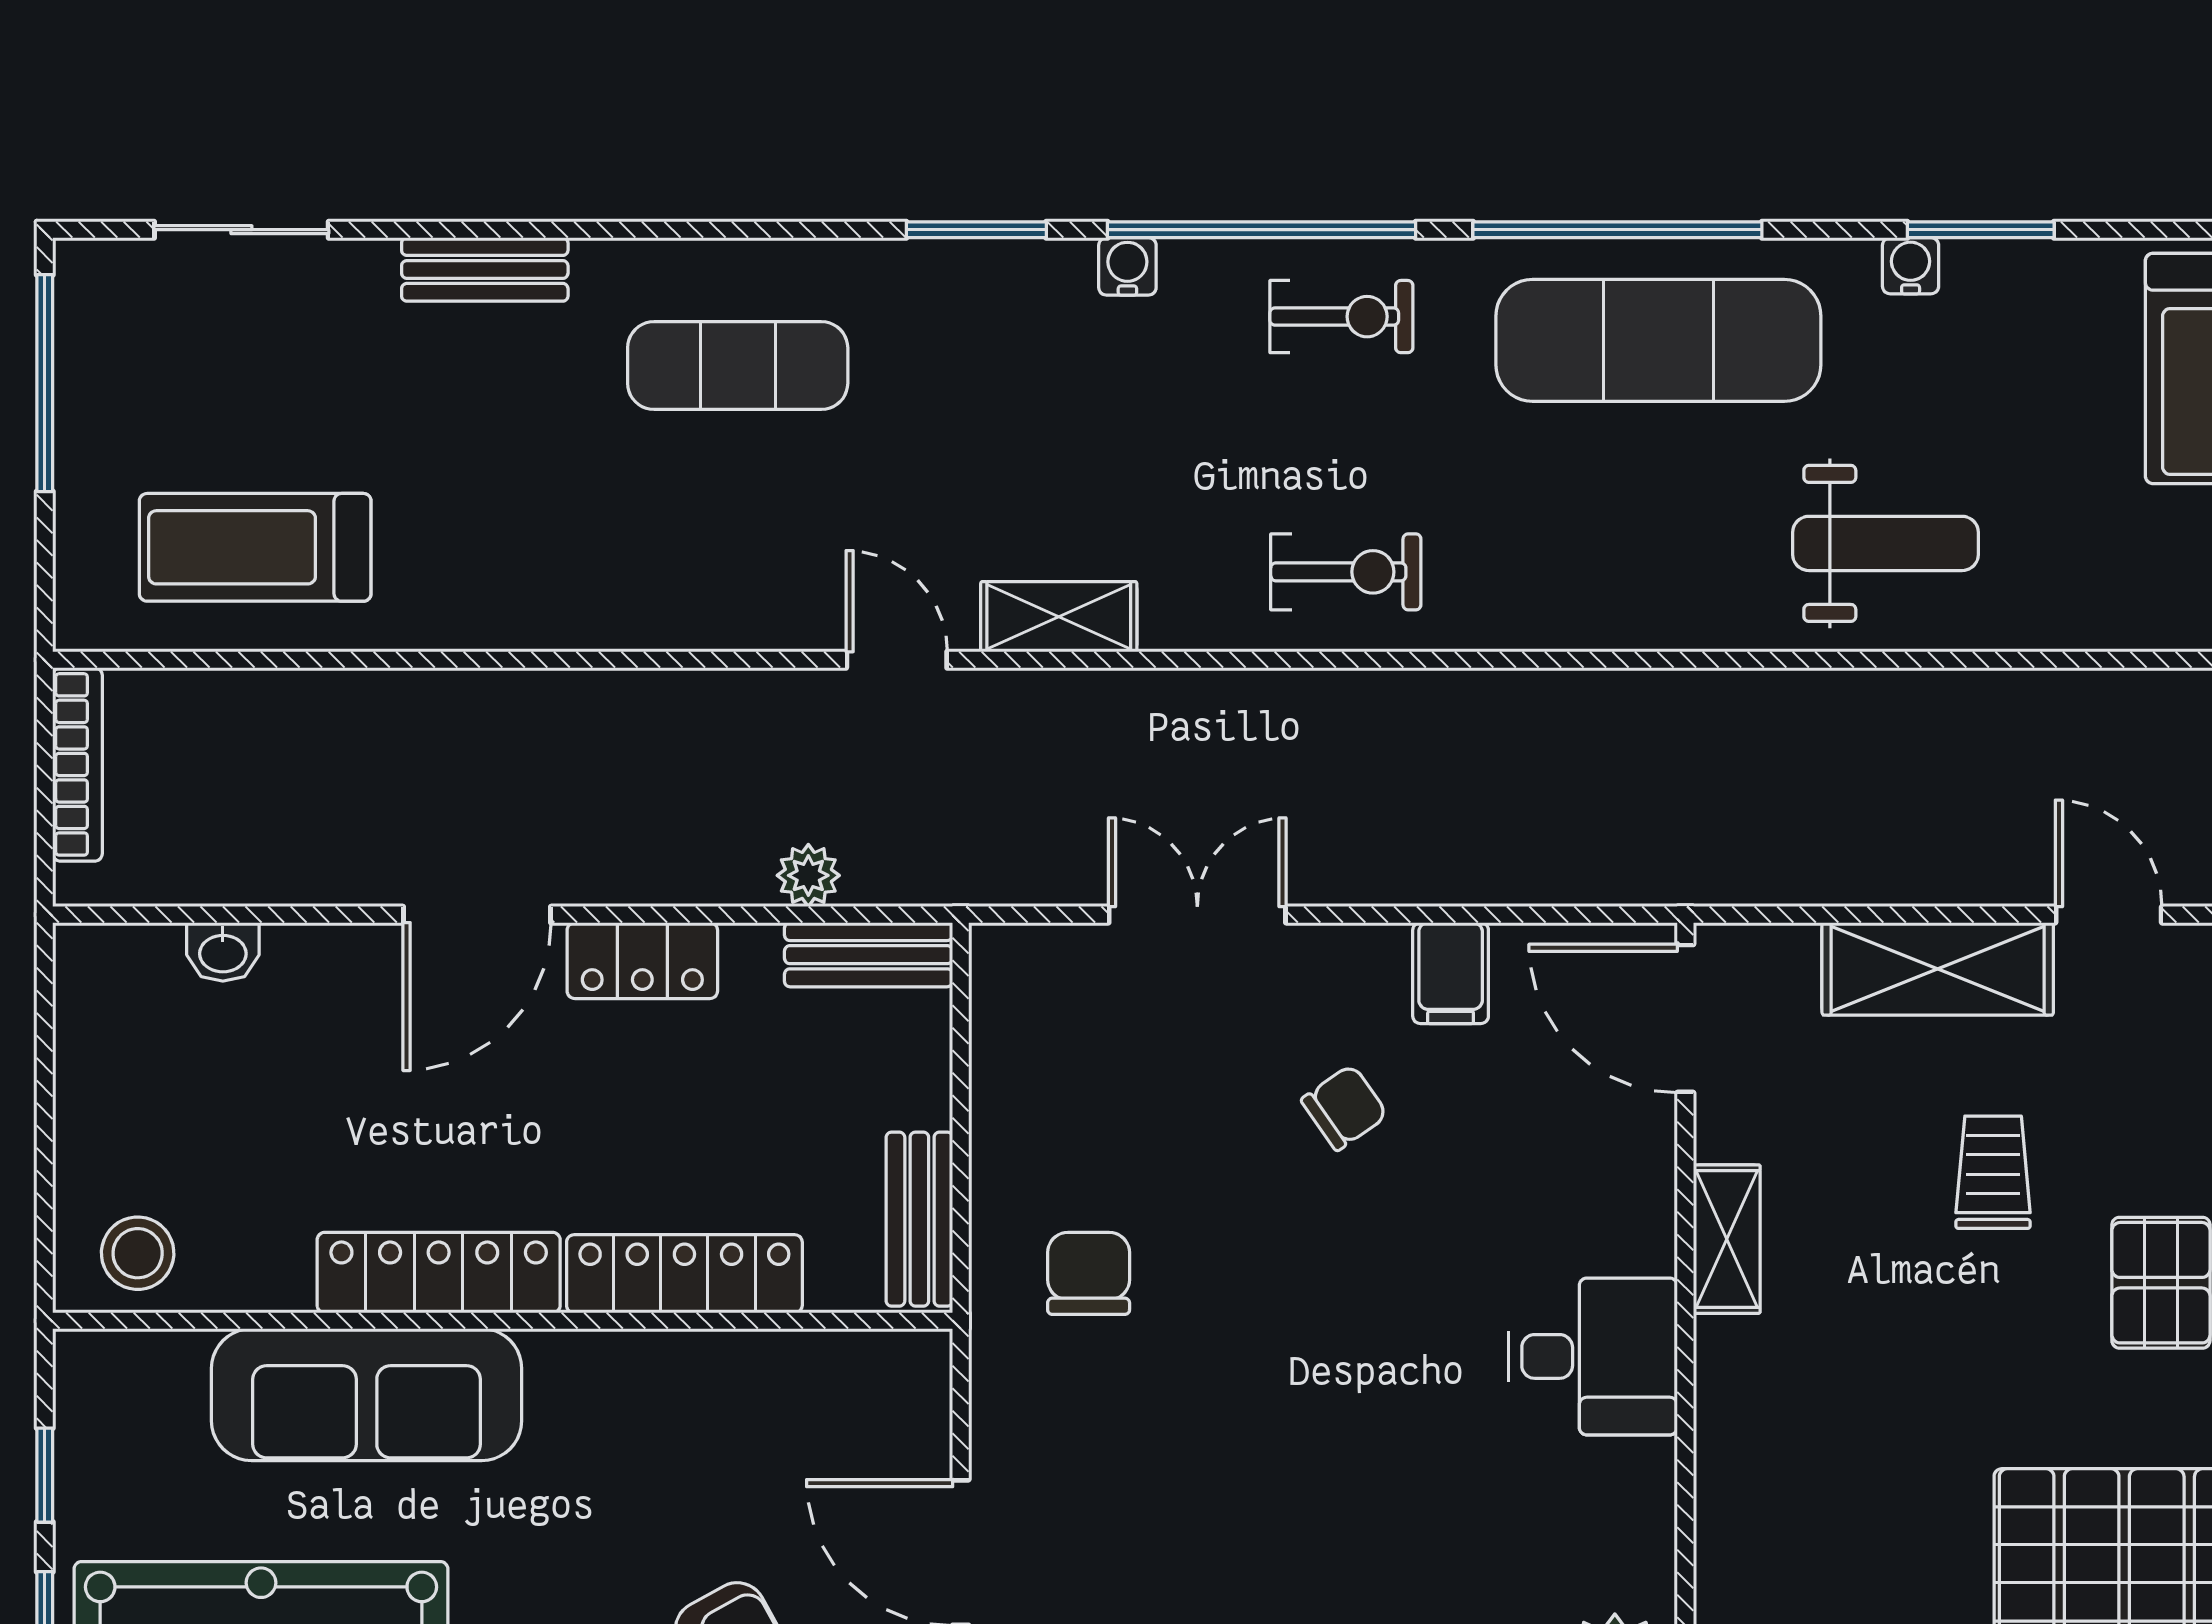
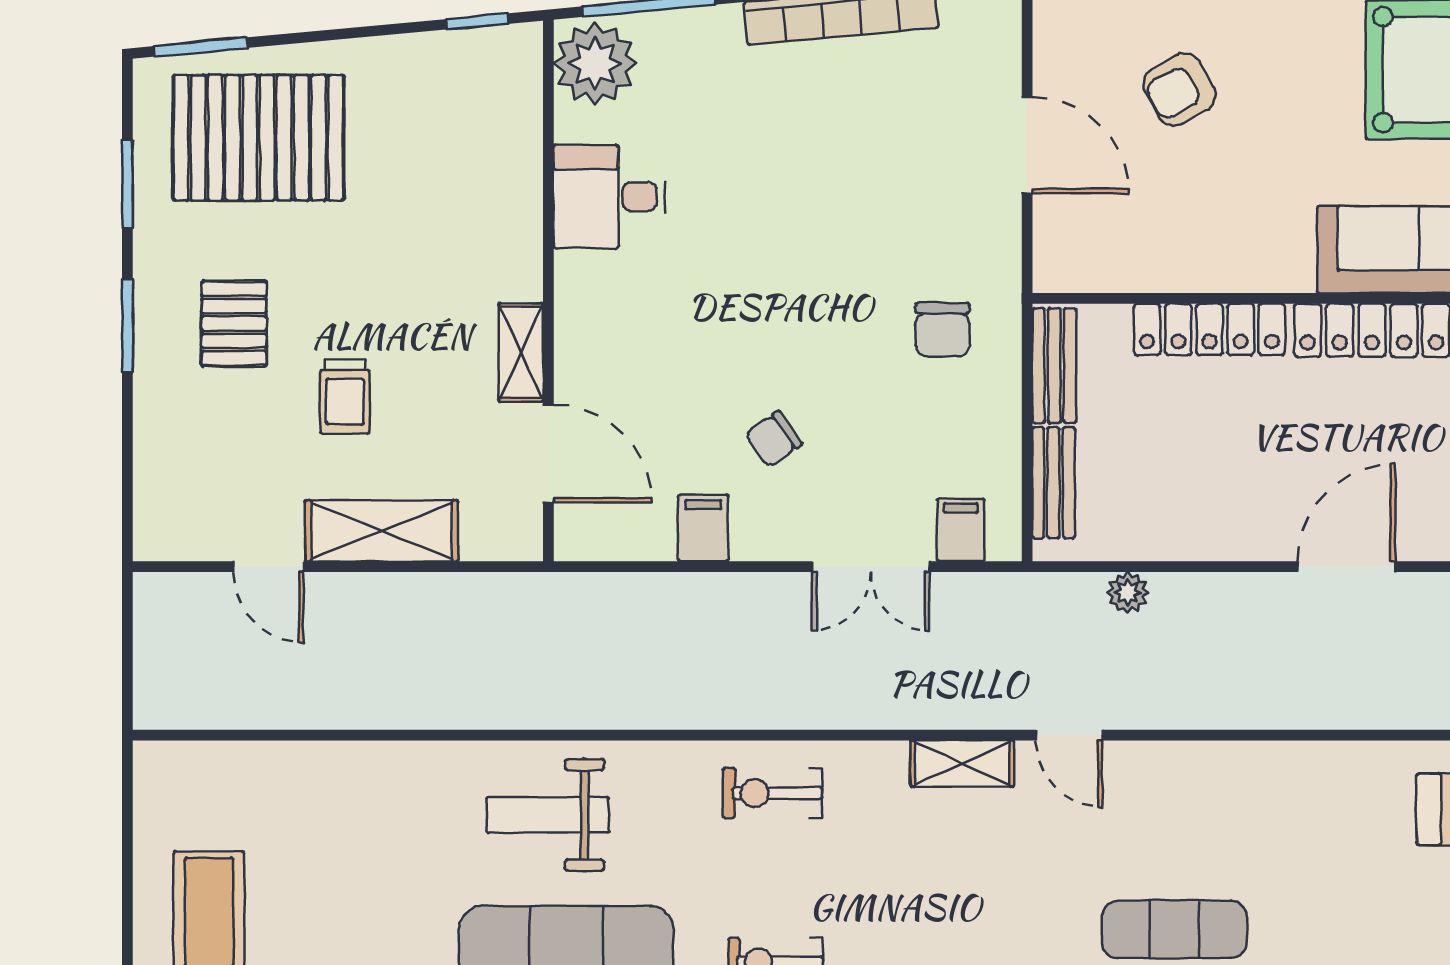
weight bench: (1885, 543) -> (548, 815), moved
bench: (869, 955) -> (1053, 483), moved, turned 90
locker: (642, 961) -> (1237, 536), removed
filing cabinet: (1061, 970) -> (961, 530), added
door: (1685, 1018) -> (548, 454), moved
desk: (1593, 1356) -> (609, 197), moved

